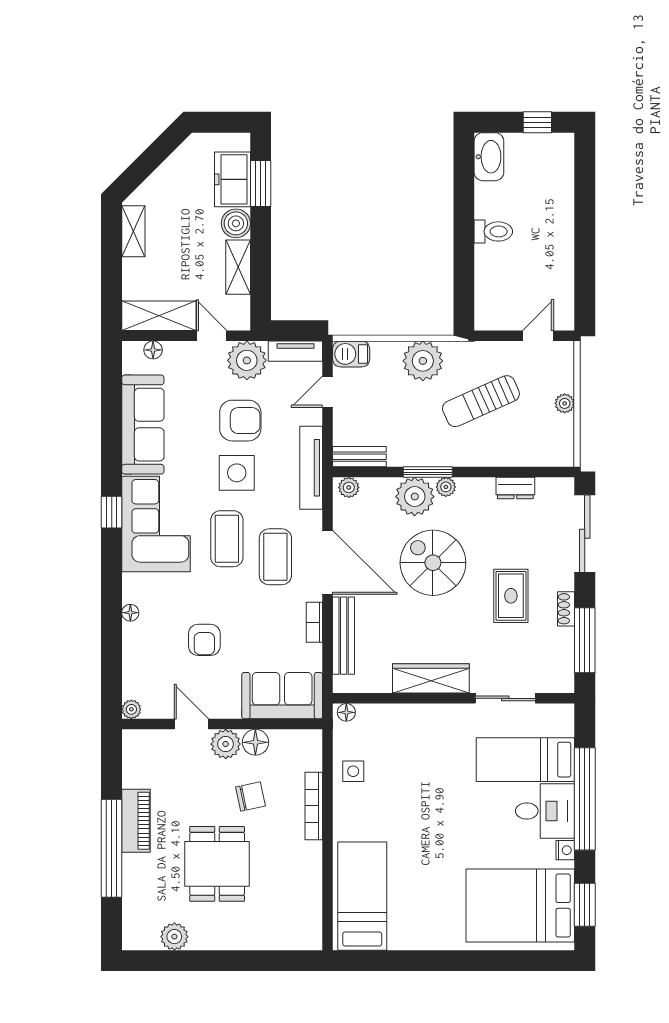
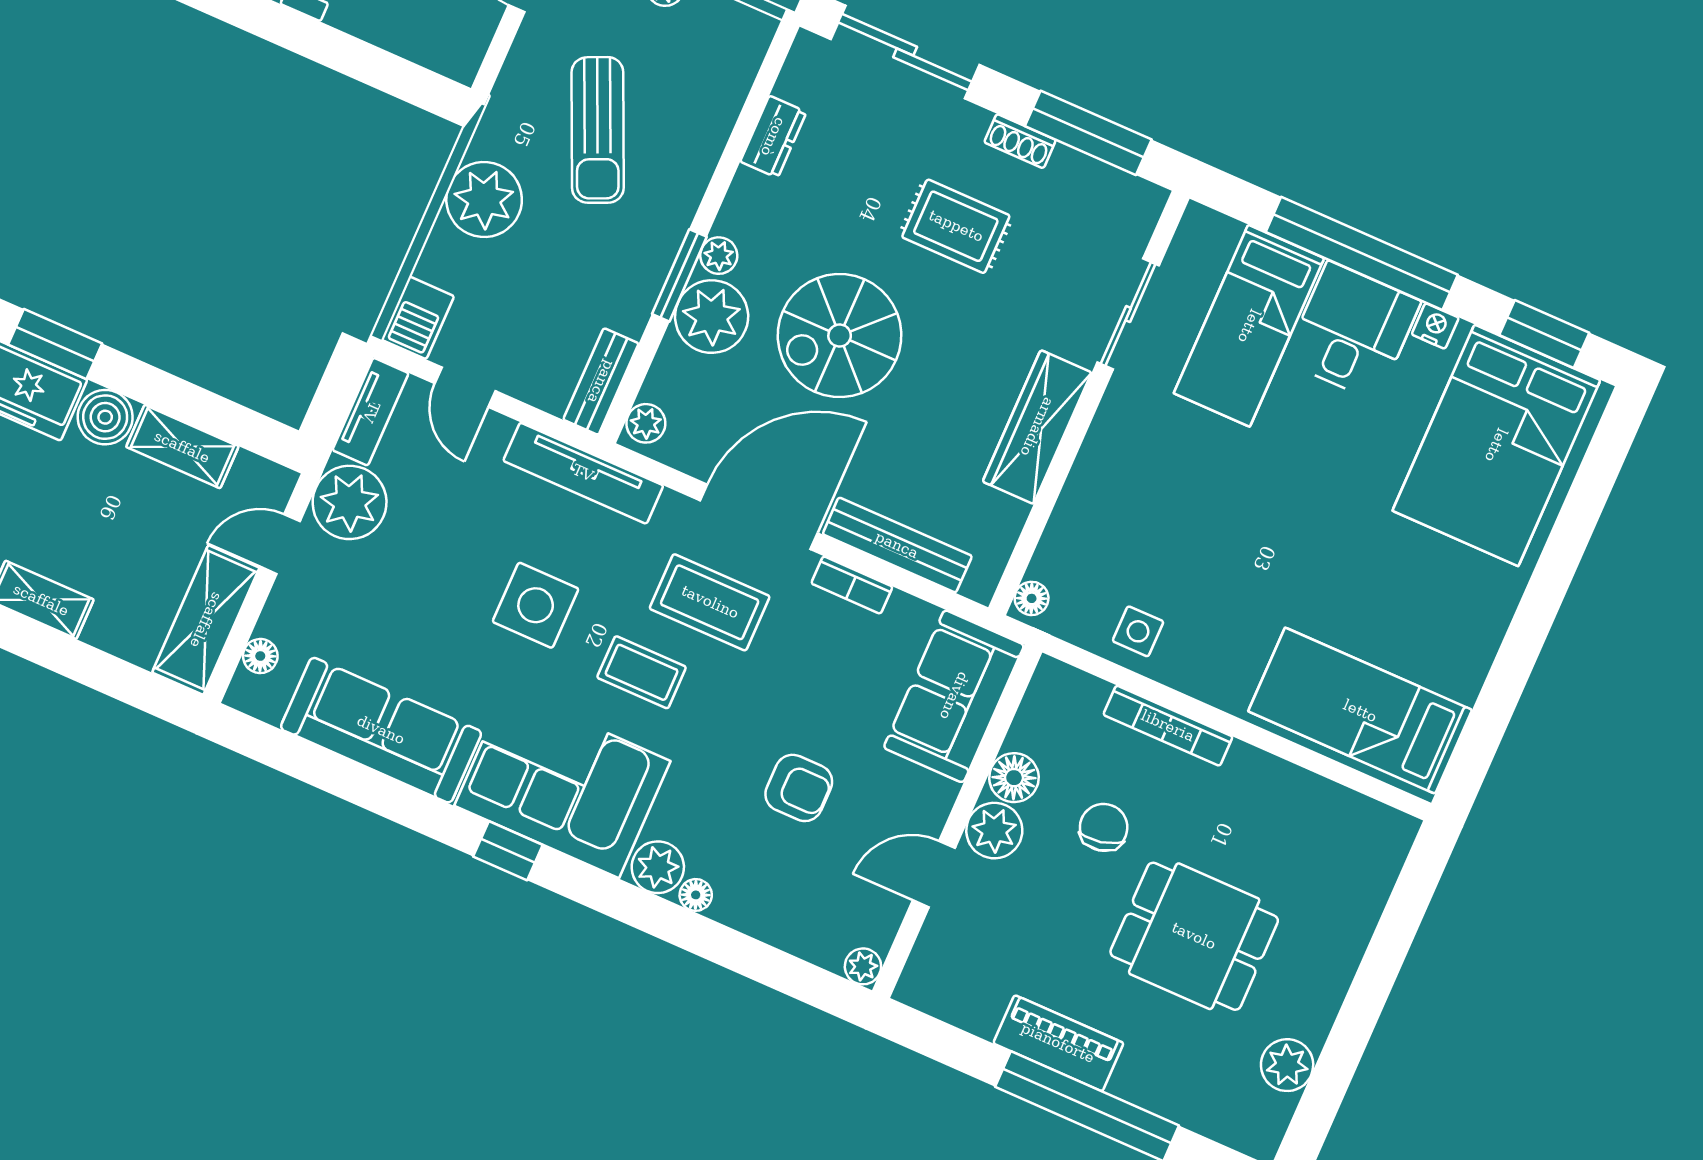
armchair: (240, 421) -> (448, 559), removed
coffee table: (227, 539) -> (642, 672), width x0.73, depth x0.77
plant: (136, 588) -> (658, 867), added

